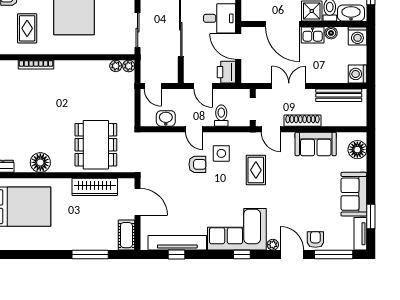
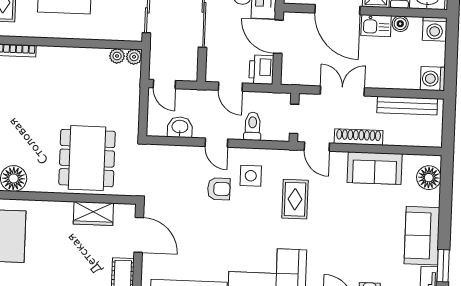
wardrobe: (95, 187) -> (93, 214), width x0.67

